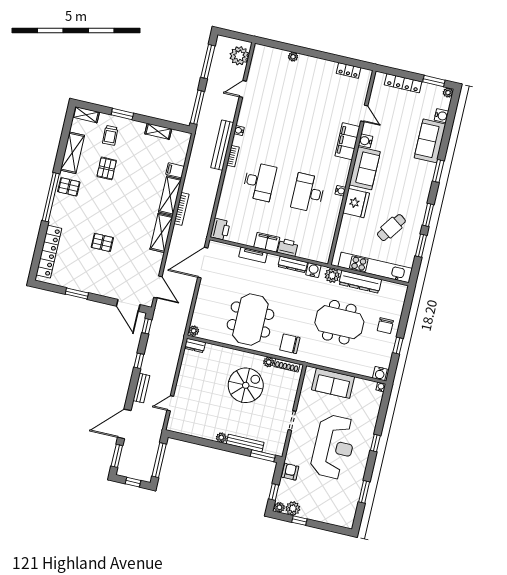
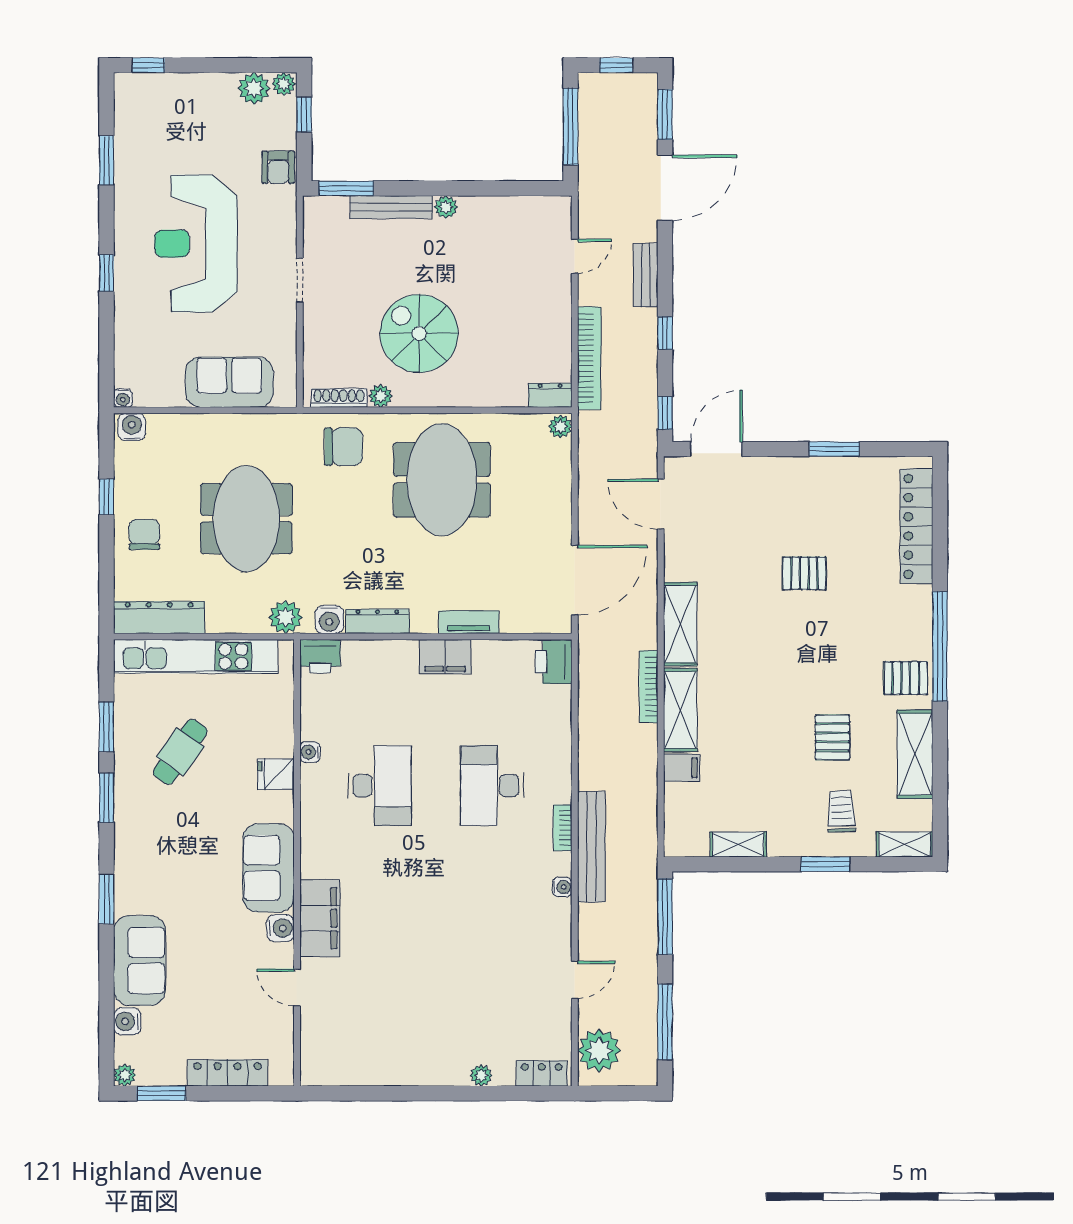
locker: (349, 70) -> (542, 1073), moved
water cooler: (340, 191) -> (310, 752), moved
fridge: (356, 203) -> (276, 774), width x0.53, depth x0.75
printer: (288, 247) -> (320, 656), moved
dresser: (360, 282) -> (159, 617), moved
door: (128, 305) -> (716, 449), hinge flipped
meeting table: (339, 322) -> (246, 519), turned 90
bookcase: (174, 358) -> (589, 358), added
spiral stairs: (246, 385) -> (419, 334), turned 90
window: (299, 521) -> (148, 65), moved

